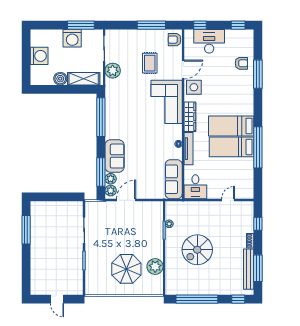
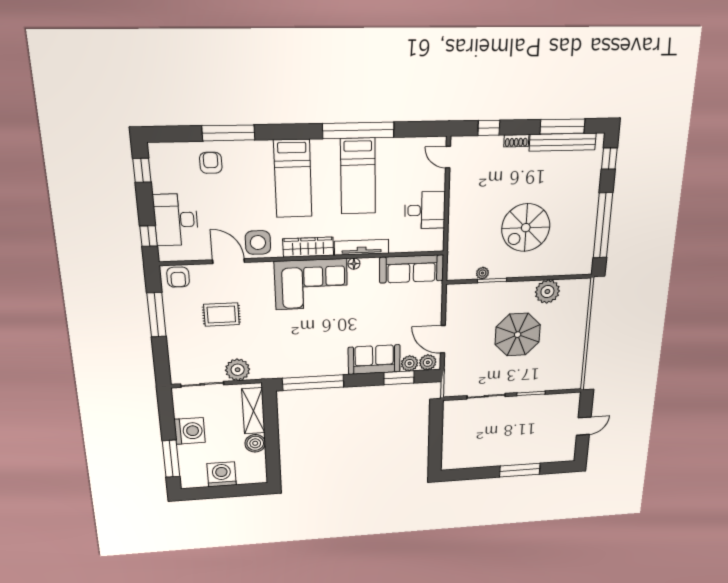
window: (81, 25) -> (171, 459), moved
corner sofa: (167, 102) -> (311, 284), moved
bed: (231, 126) -> (293, 179), moved
window: (101, 172) -> (399, 378), width x0.69
desk: (195, 187) -> (425, 210), moved
door: (228, 200) -> (448, 157), moved
window: (26, 230) -> (520, 470), moved
spiral stairs: (197, 250) -> (526, 228), turned 90
parasol: (126, 269) -> (518, 335), moved

